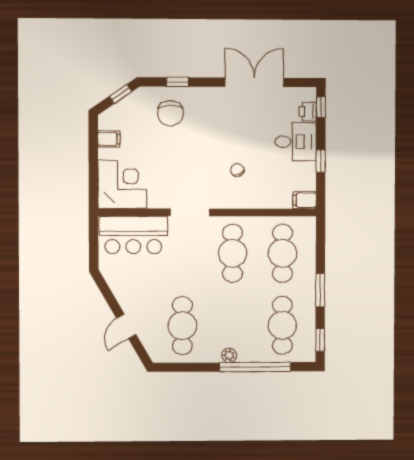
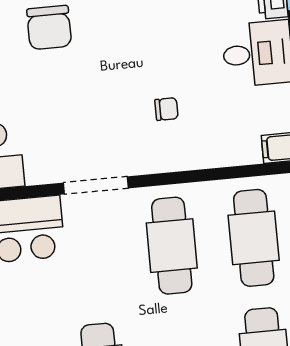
chair: (237, 170) -> (166, 109), turned 118

